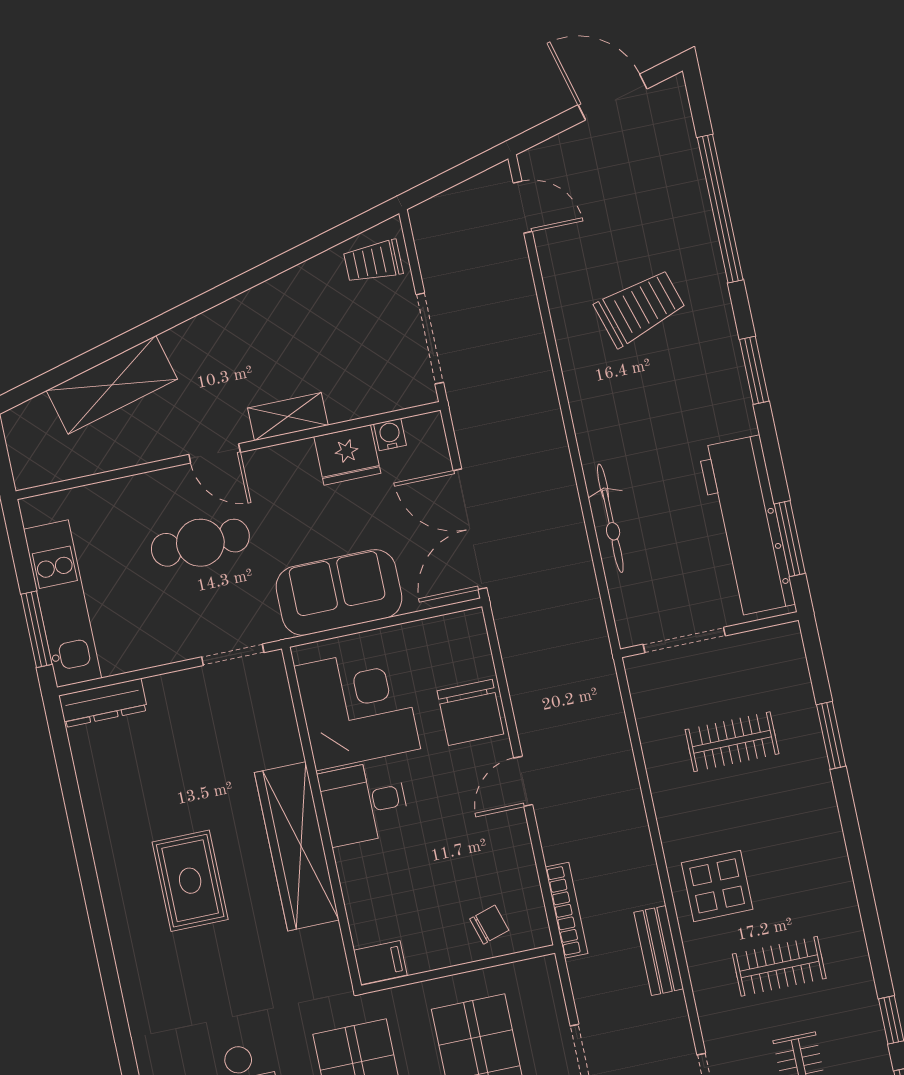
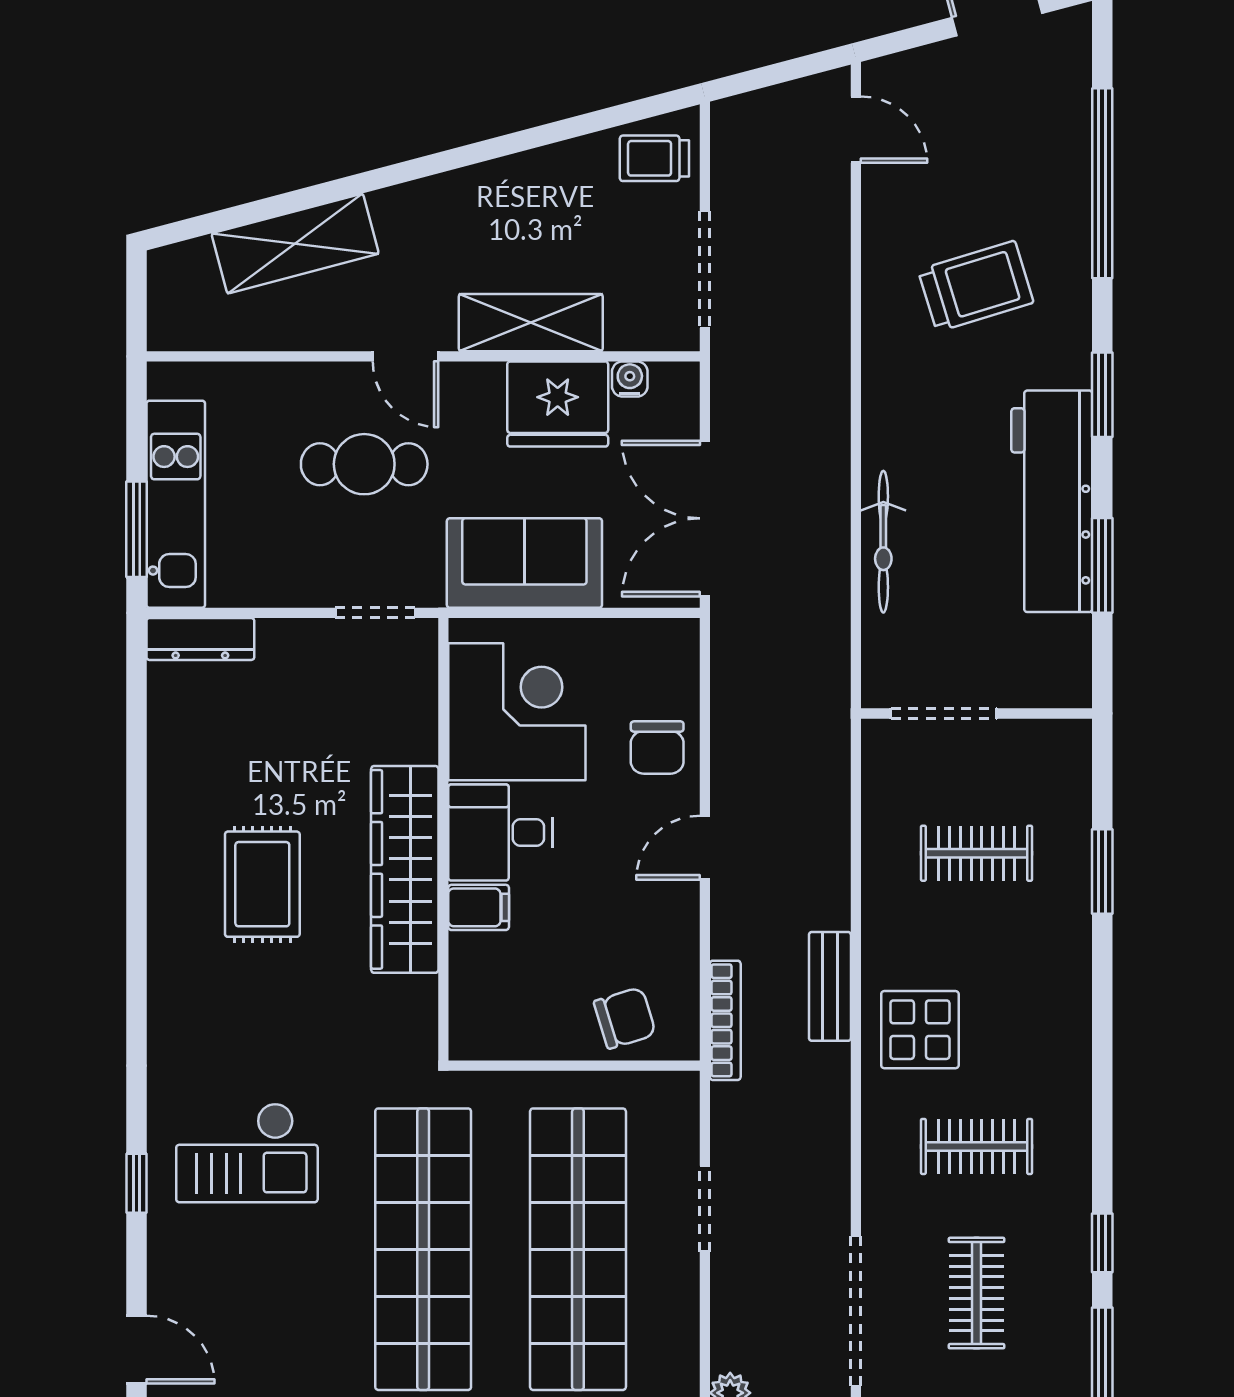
shelving: (288, 417) -> (531, 323), width x1.50, depth x1.33
fridge: (347, 455) -> (558, 404), width x1.36, depth x1.34
workbench: (747, 526) -> (1052, 501), moved
window: (790, 539) -> (1102, 565), moved
chair: (470, 712) -> (657, 748), width x0.73, depth x0.73
chair: (489, 925) -> (625, 1018), width x1.37, depth x1.37
bench: (659, 951) -> (830, 986), moved
filing cabinet: (380, 963) -> (479, 907), moved

